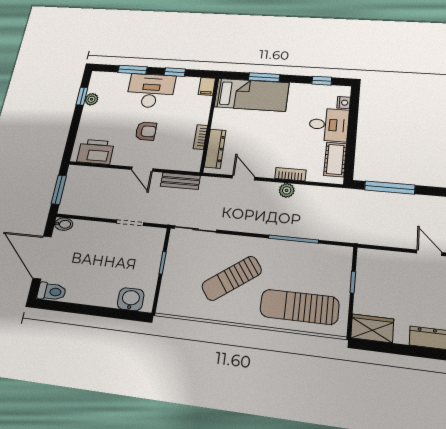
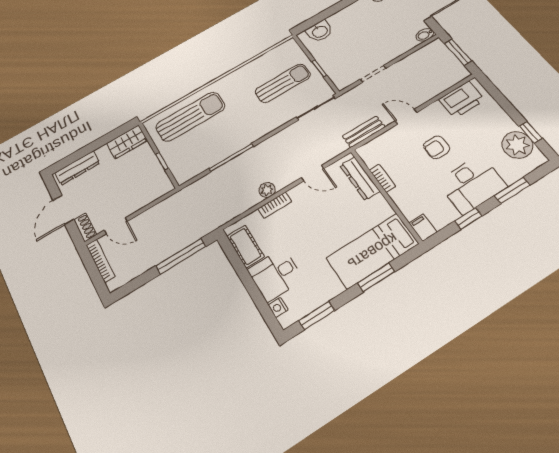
window: (322, 81) -> (317, 315), width x1.50
plant: (92, 99) -> (517, 145), width x1.87, depth x1.87
sun lounger: (232, 278) -> (283, 83), moved, turned 36

